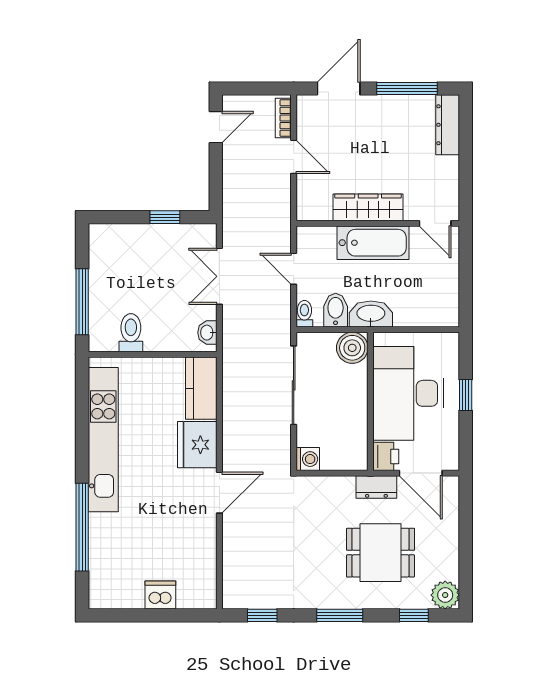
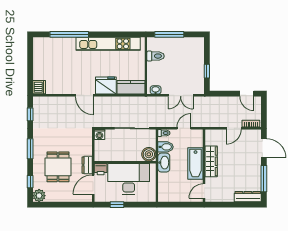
double door: (219, 276) -> (181, 95), swing flipped
window: (466, 395) -> (117, 205), moved
dishwasher: (160, 595) -> (39, 87), moved

